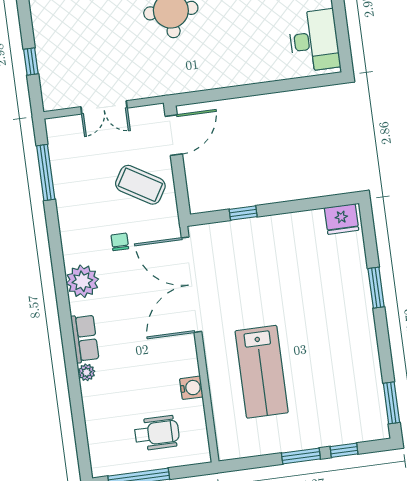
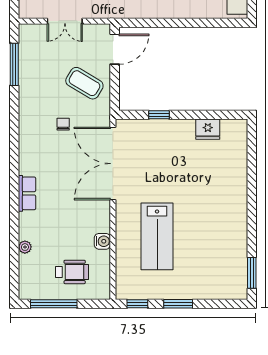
fridge: (342, 219) -> (208, 129), moved
plant: (82, 281) -> (31, 150), removed
window: (376, 288) -> (252, 184), removed
plant: (86, 372) -> (25, 247), moved
window: (344, 450) -> (137, 304), moved

